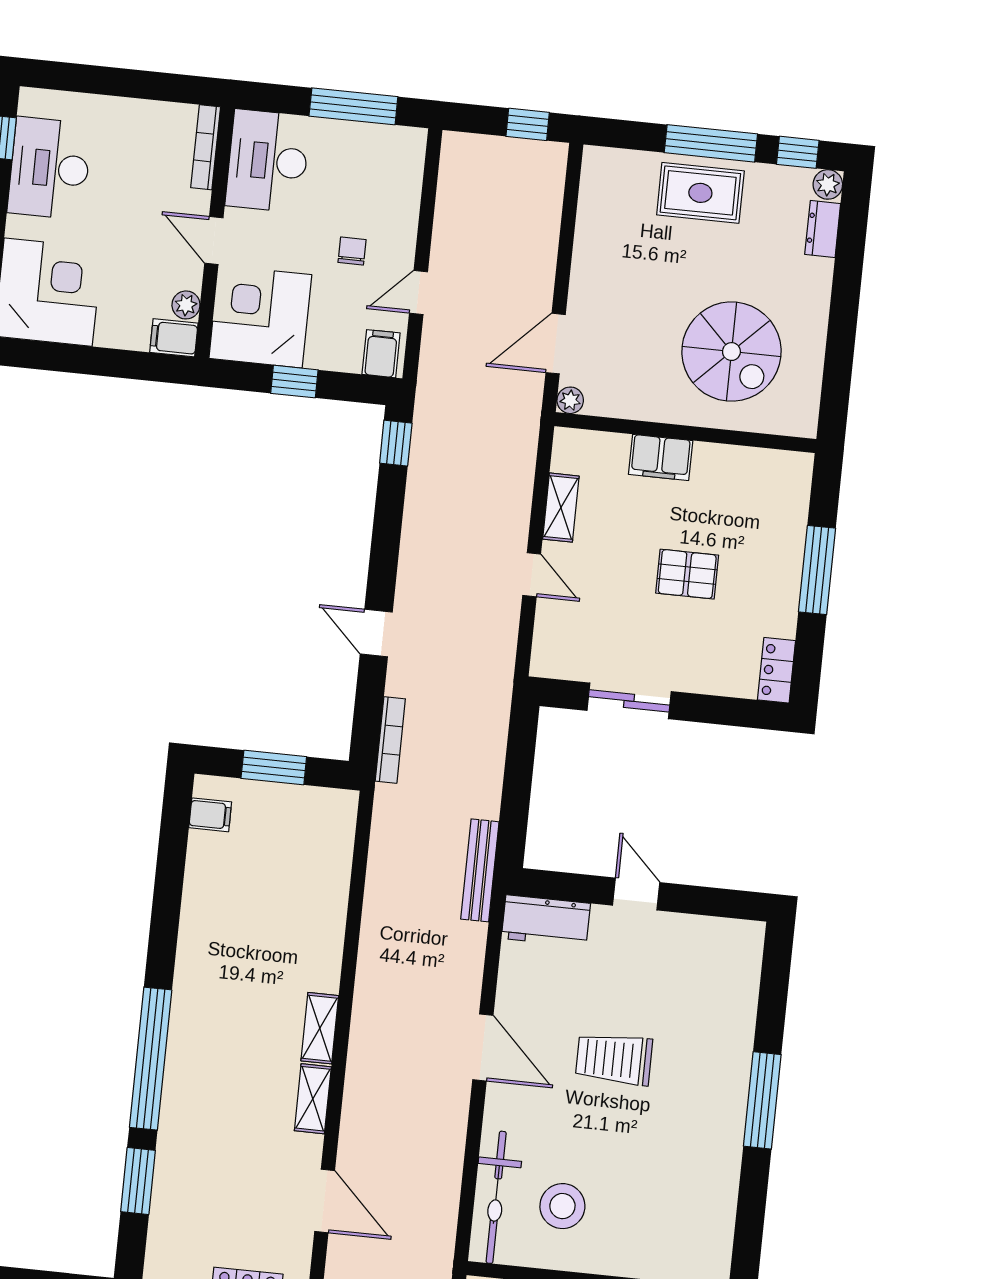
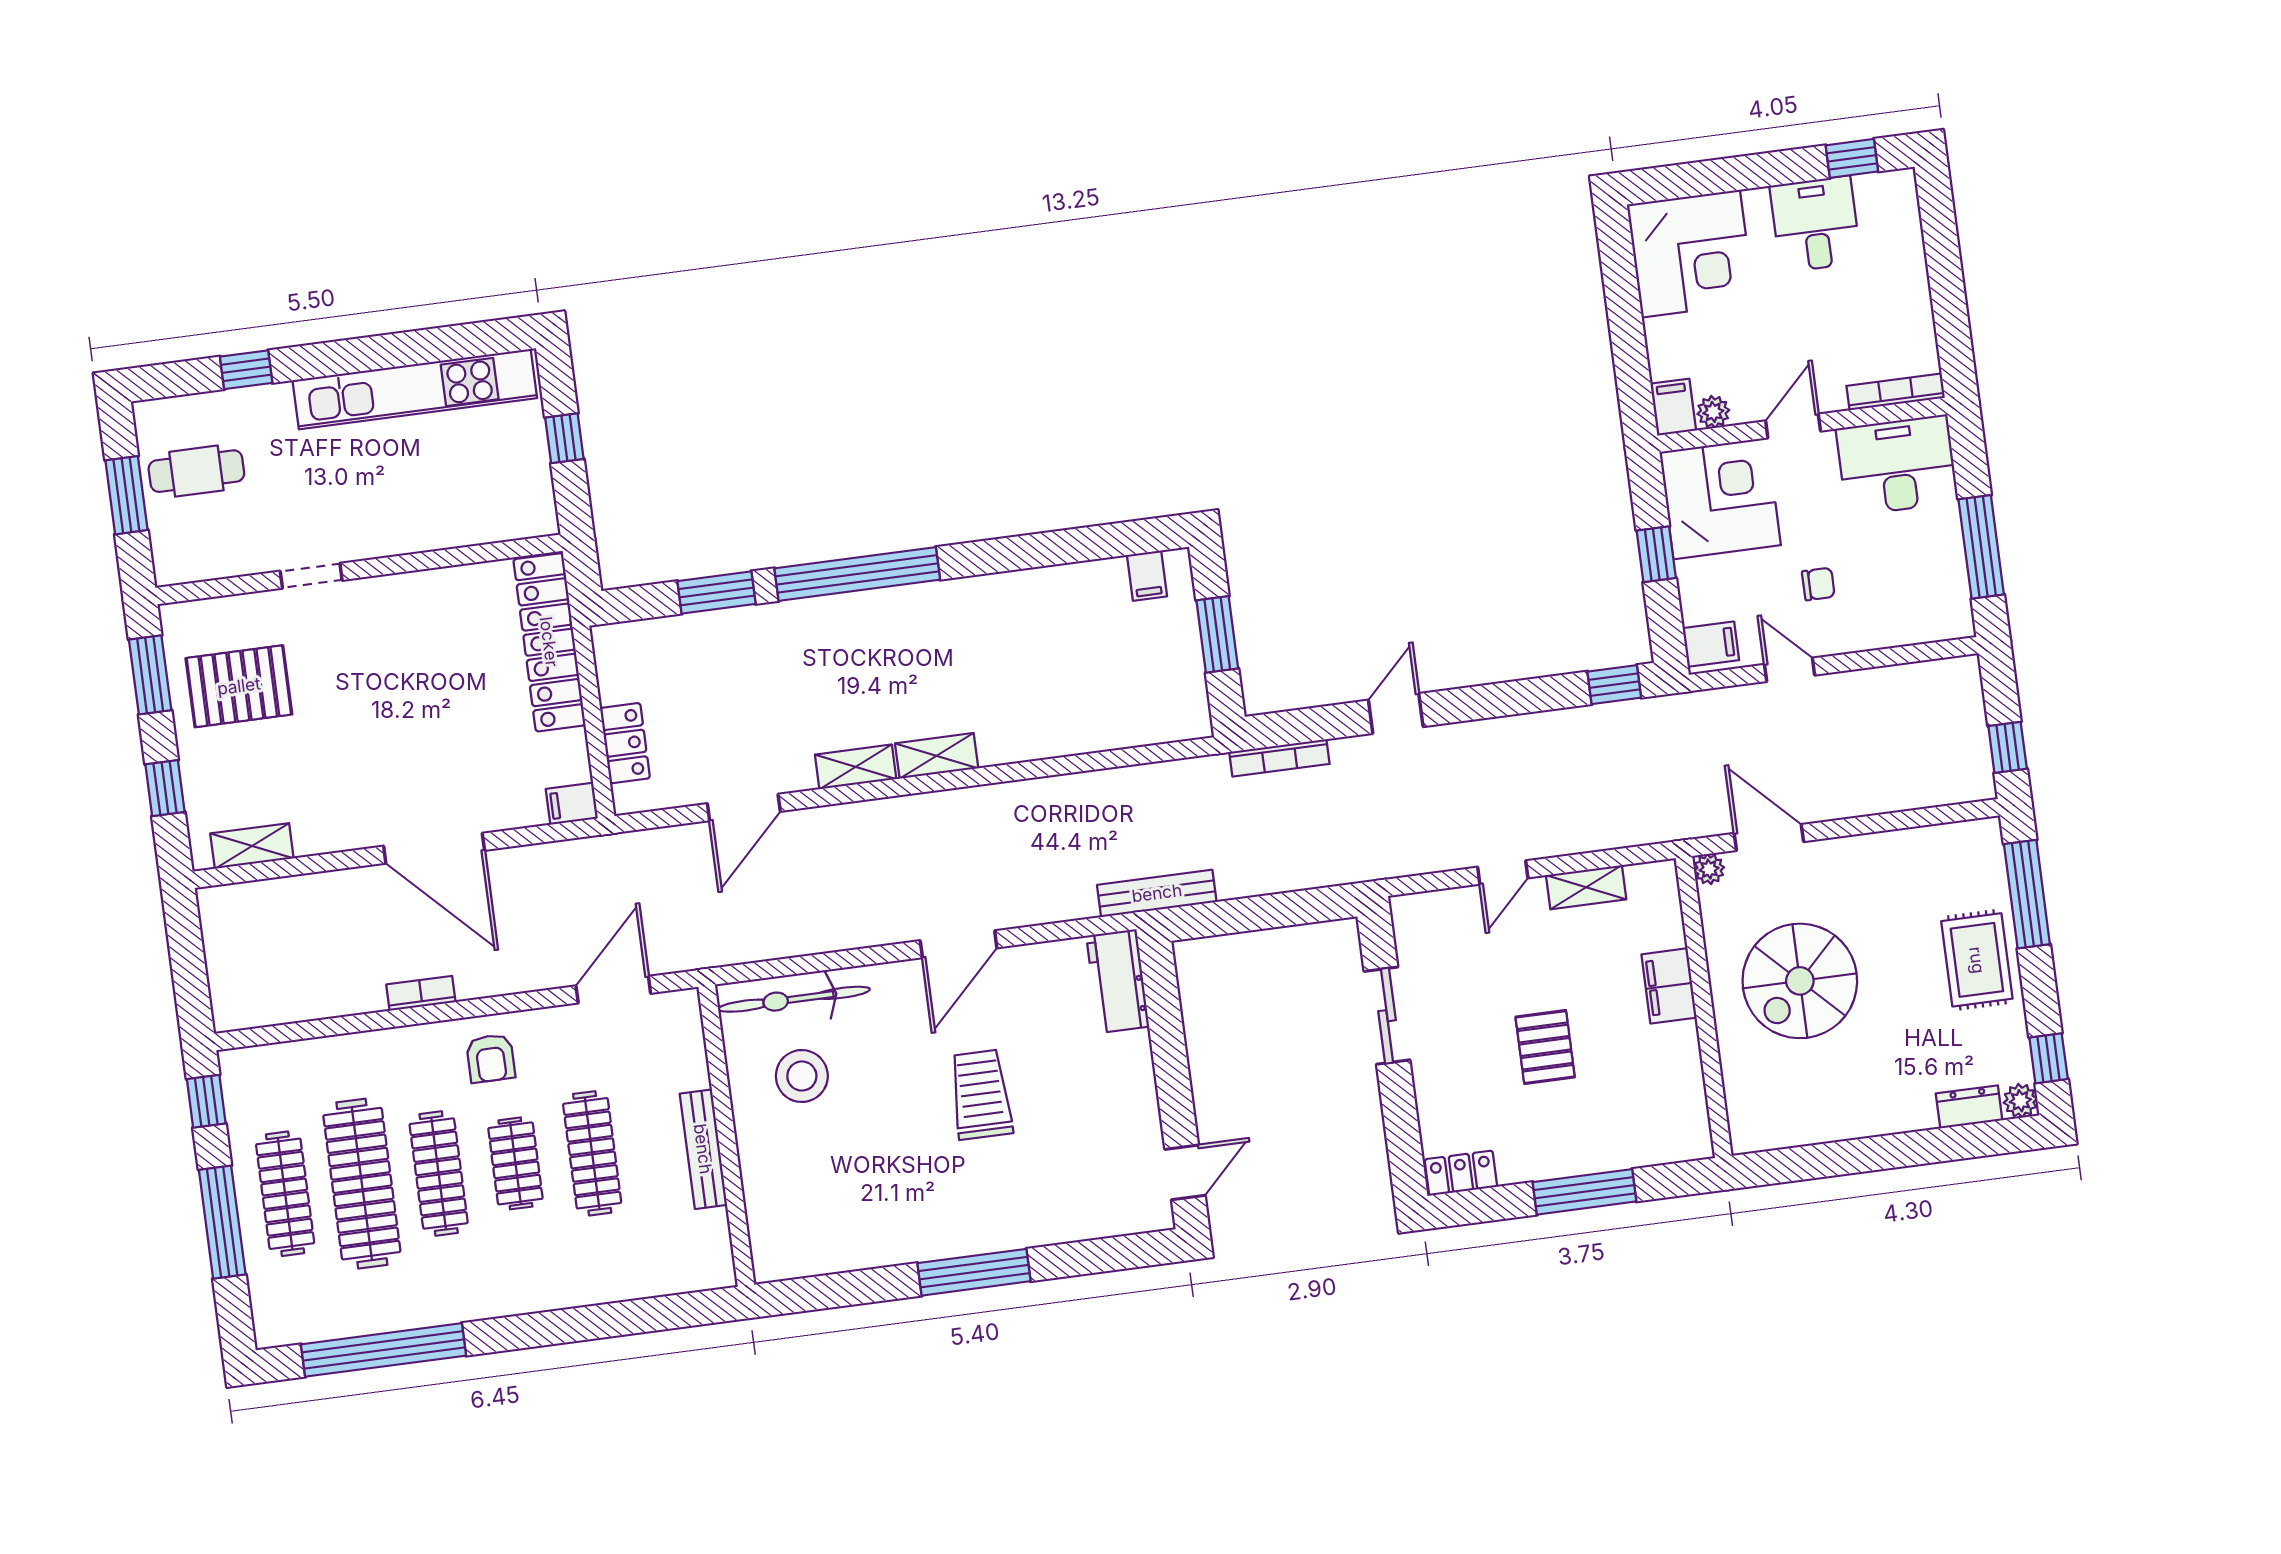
window: (711, 143) -> (2027, 894), moved
desk: (50, 168) -> (1815, 224), width x0.73
spiral stairs: (731, 352) -> (1800, 981), moved
door: (636, 894) -> (1185, 1172), moved

